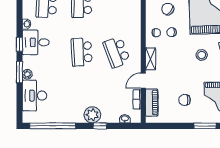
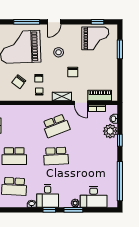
chair: (184, 100) -> (73, 72), moved
plant: (92, 115) -> (110, 131), moved

